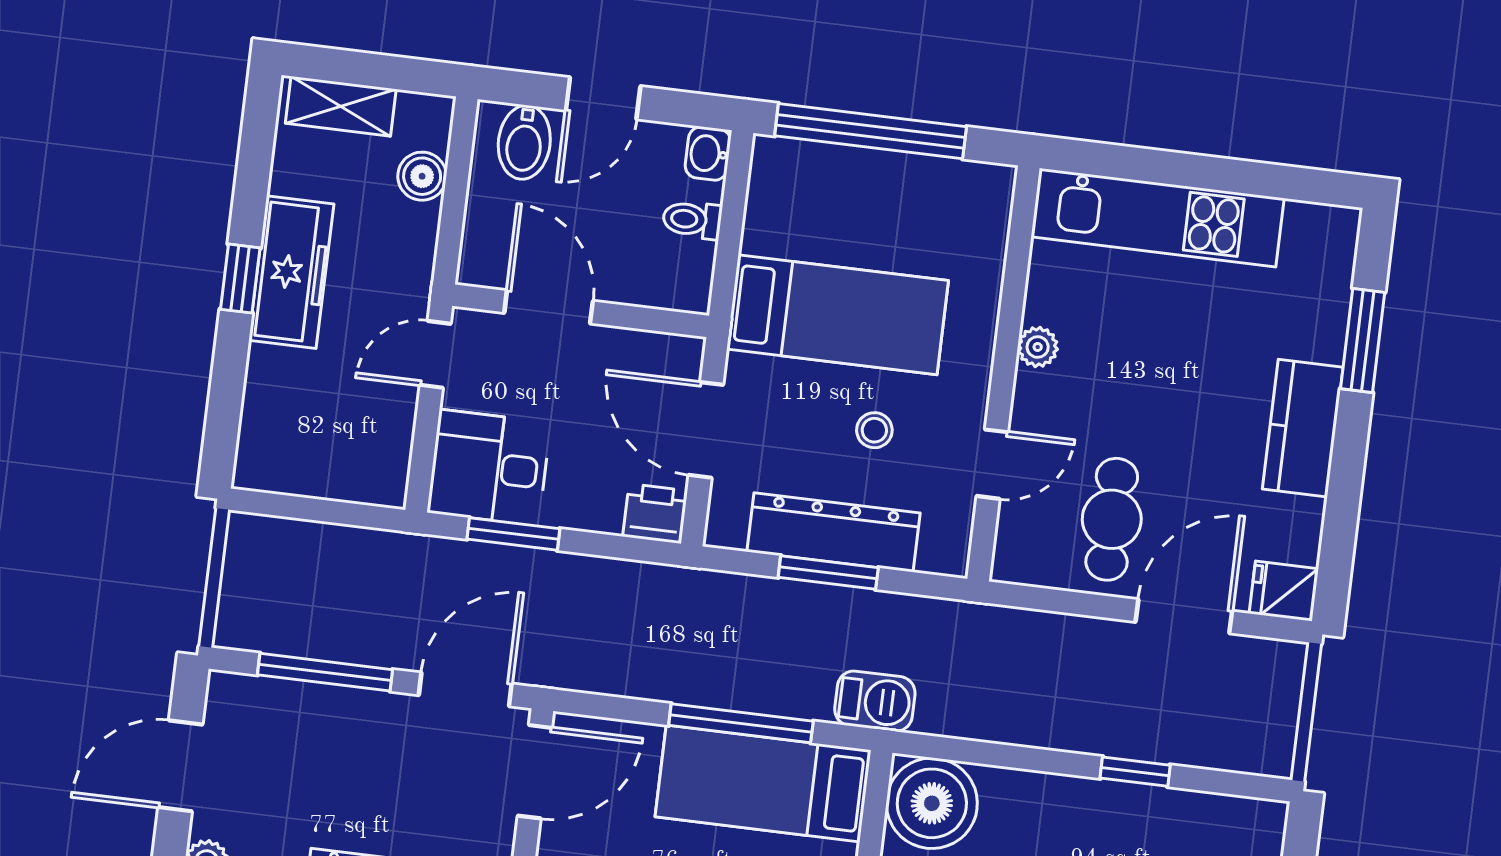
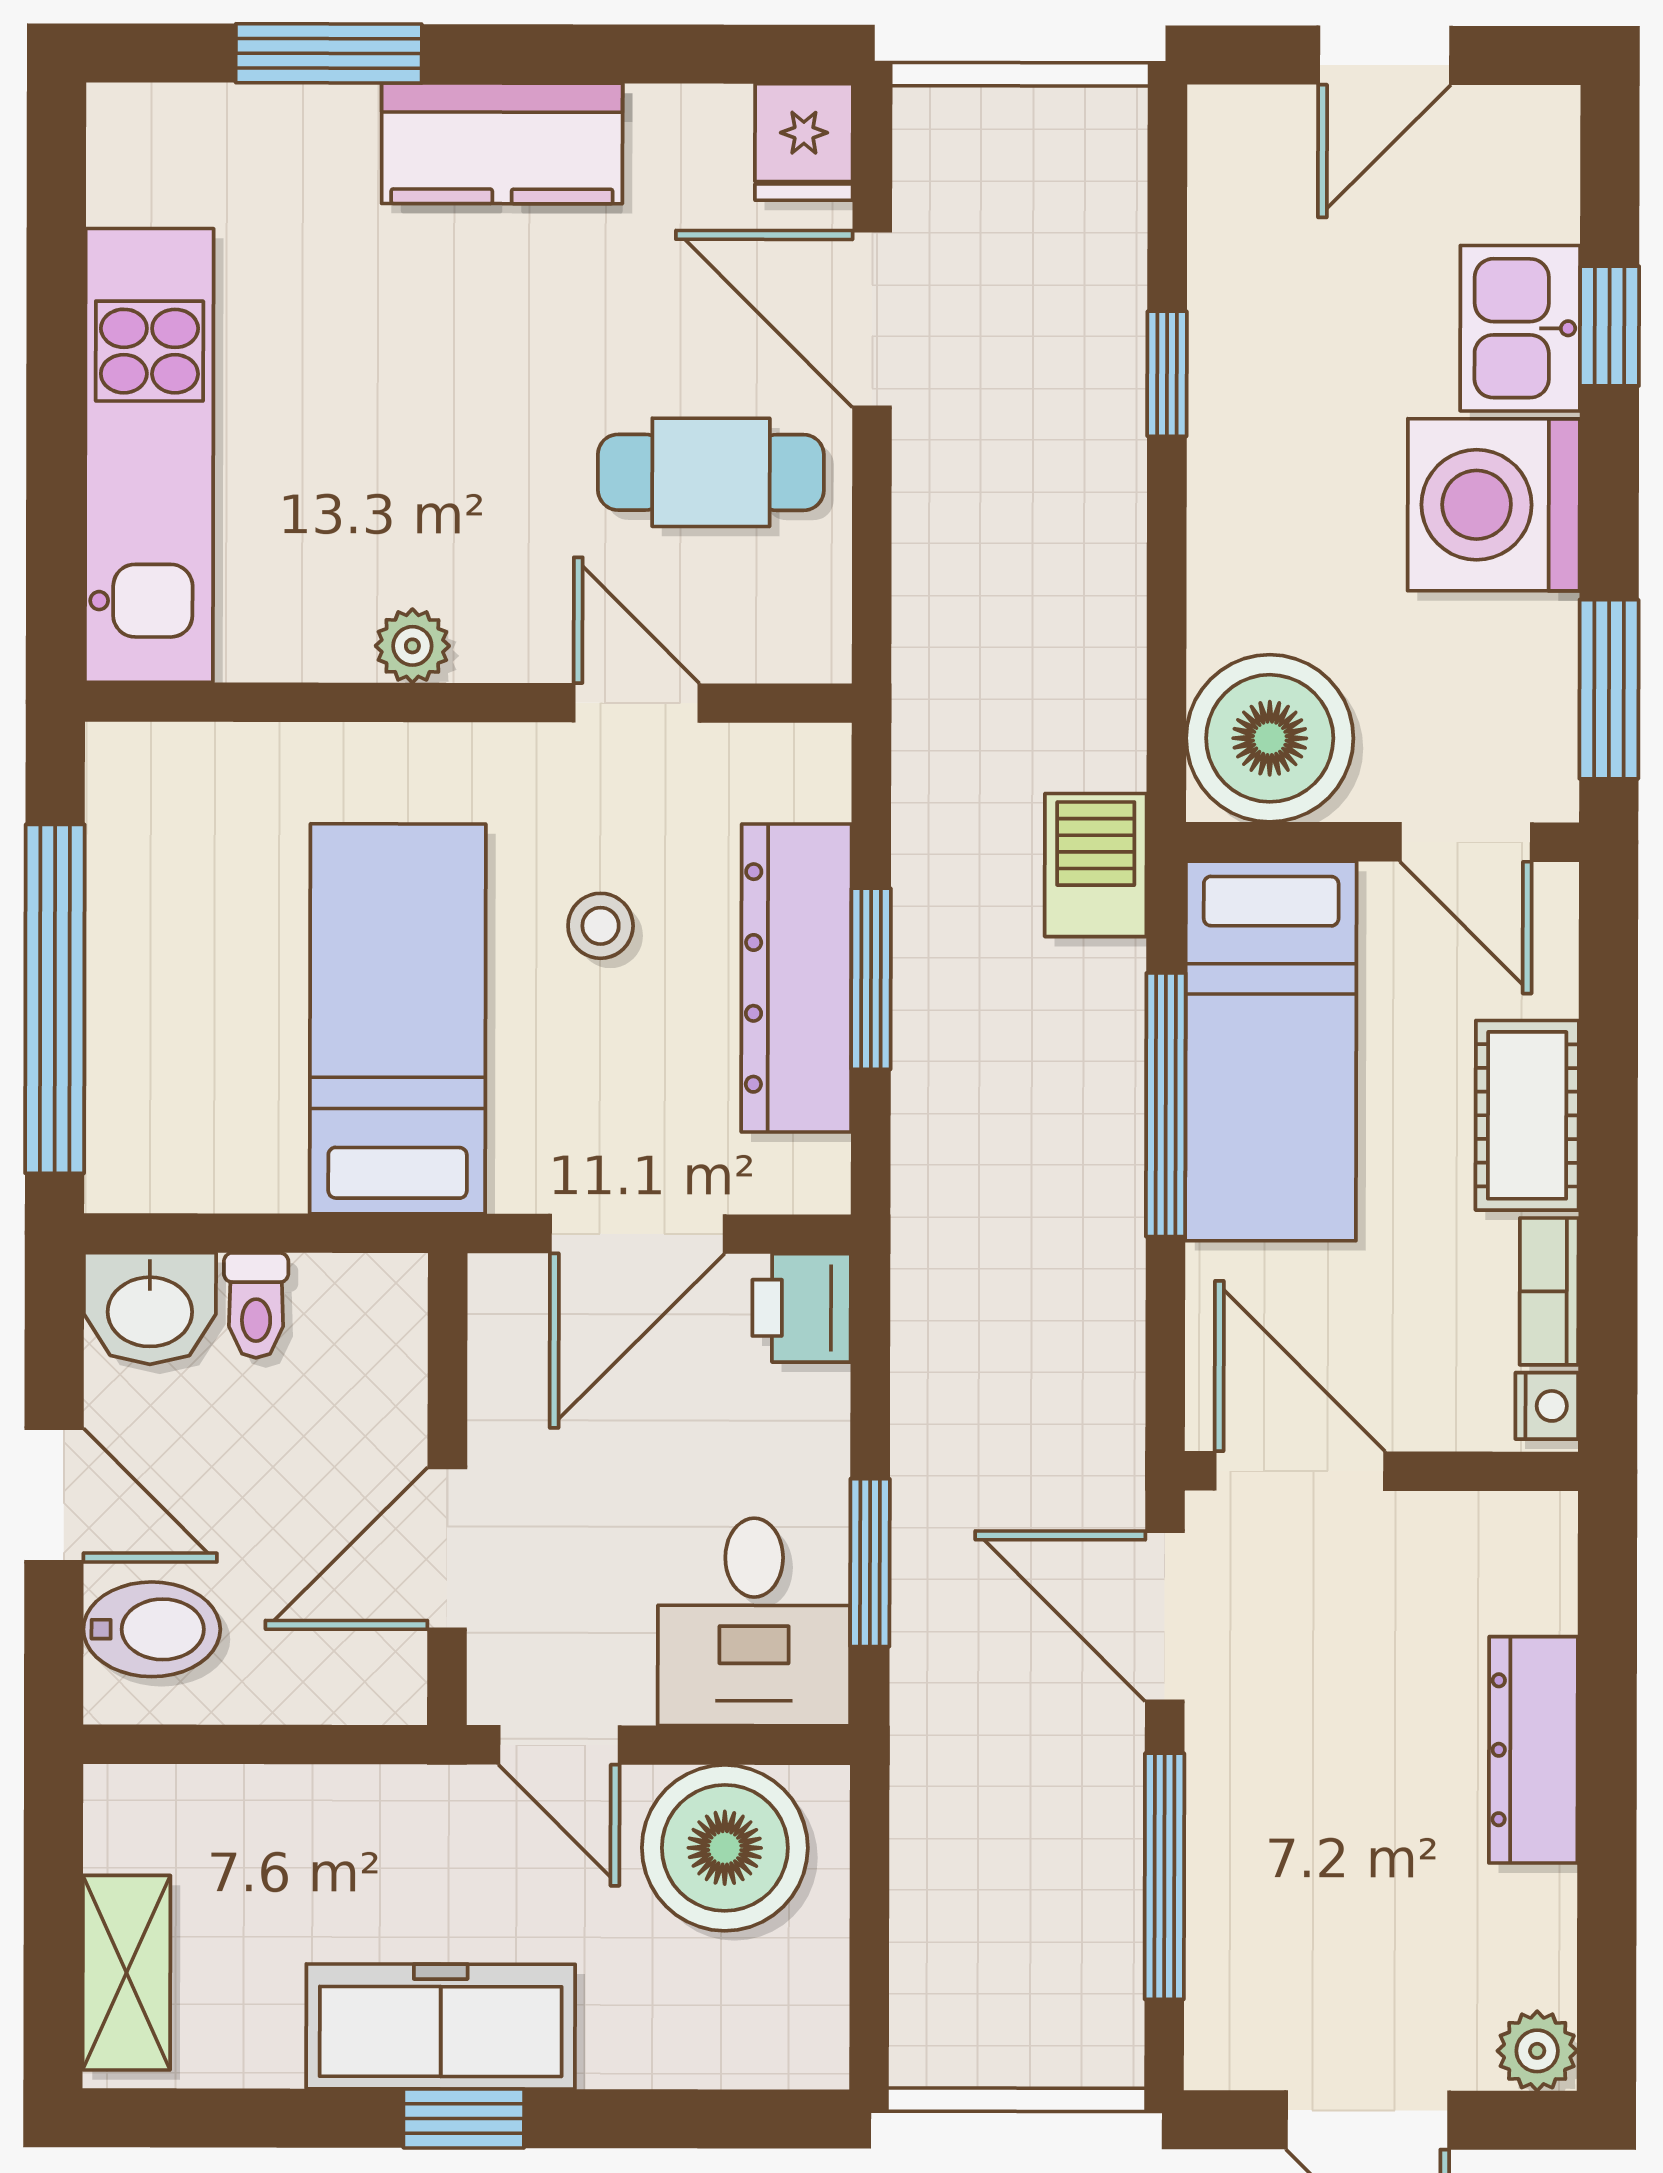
washbasin: (708, 153) -> (150, 1309), width x1.38, depth x1.45
boiler: (422, 176) -> (725, 1848), moved, width x1.86, depth x1.86

